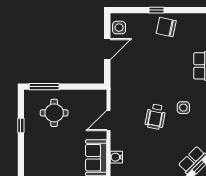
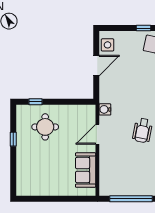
window: (44, 87) -> (36, 102), width x0.46
water cooler: (116, 157) -> (105, 109), moved

